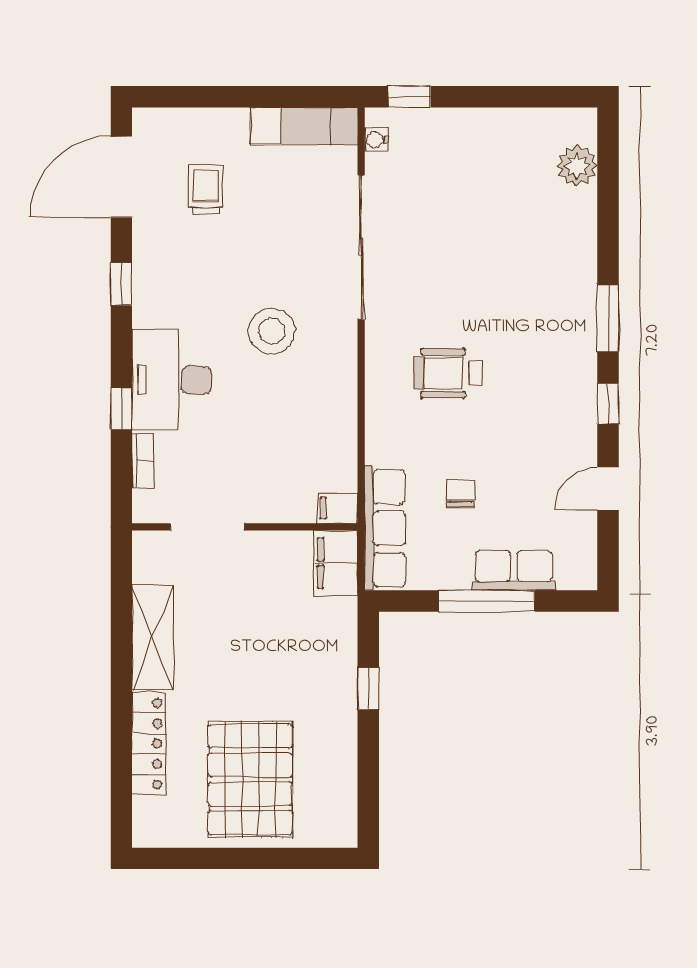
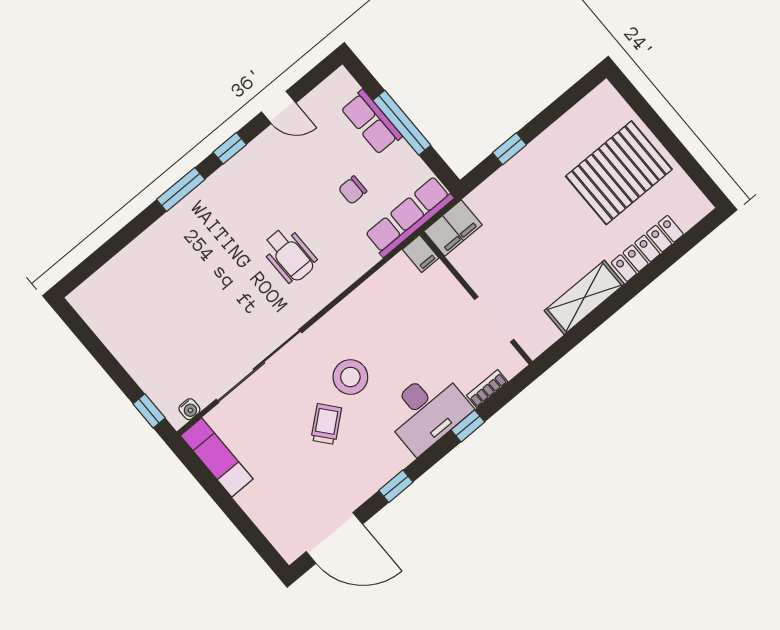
plant: (577, 166) -> (108, 281), removed
trolley: (206, 190) -> (326, 424), moved, turned 140

